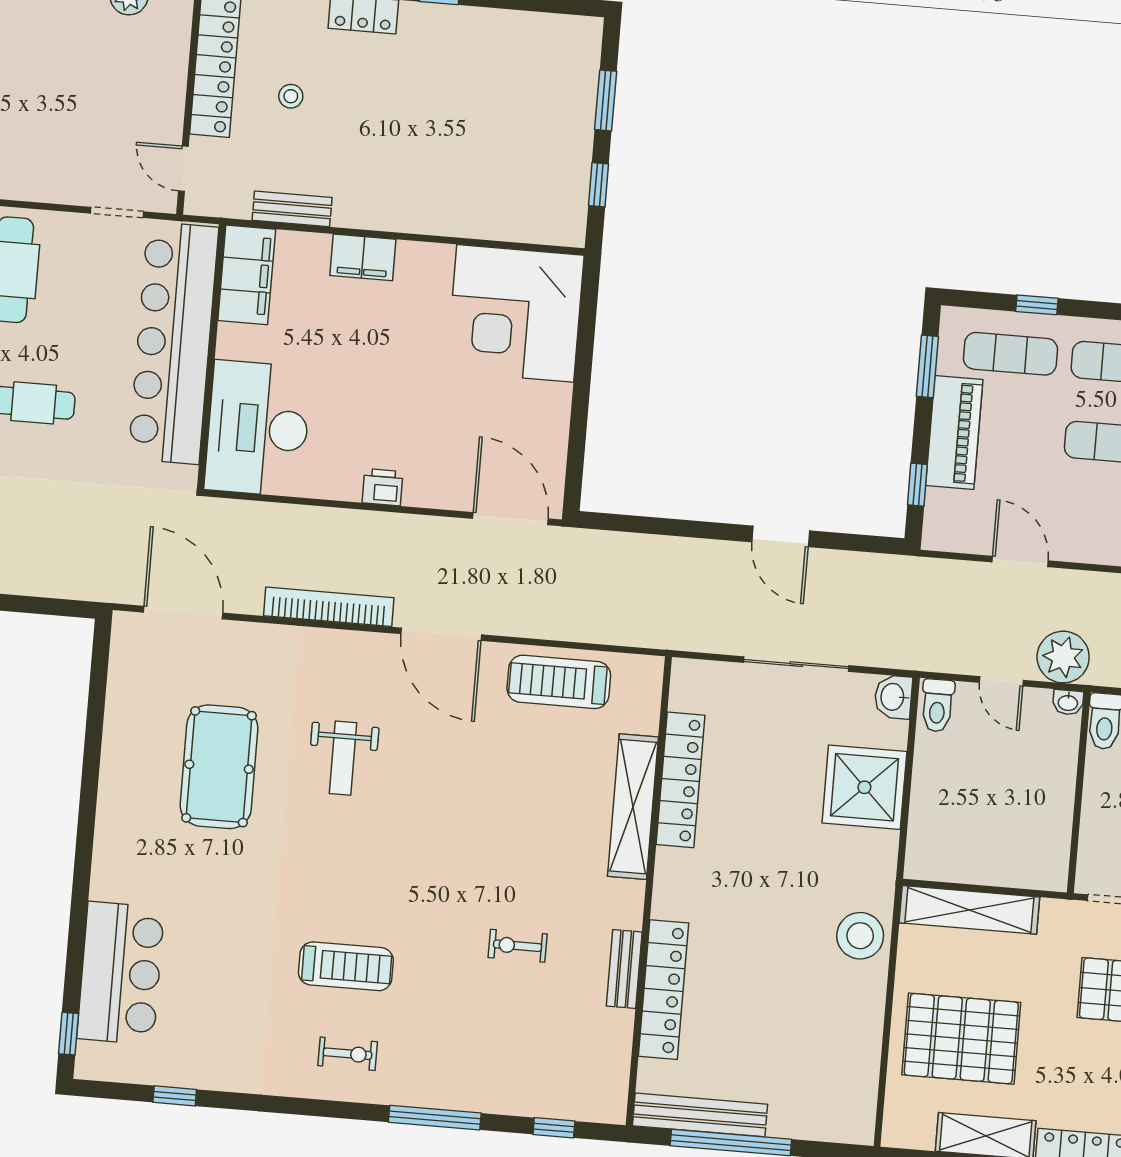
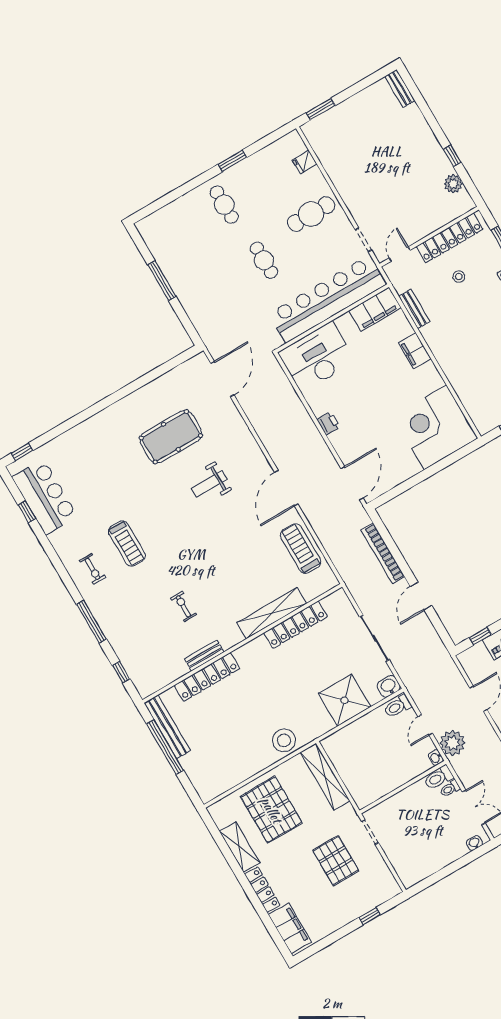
bookcase: (329, 607) -> (383, 553), moved, turned 180
bar counter: (121, 973) -> (45, 497), moved, turned -90

